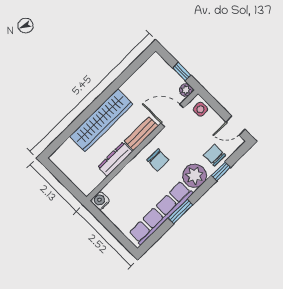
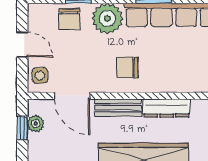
plant: (186, 90) -> (36, 124), moved
door: (235, 126) -> (22, 44), moved
chair: (158, 160) -> (127, 67), turned -90

